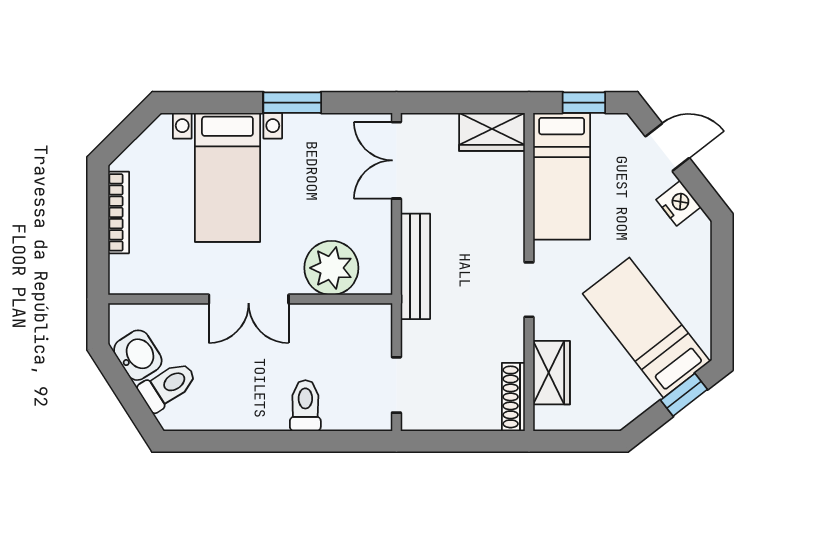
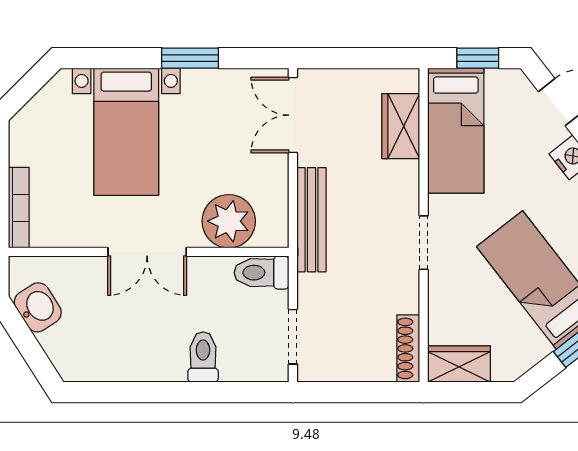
wardrobe: (492, 132) -> (401, 126), moved, turned 90
bookcase: (119, 212) -> (19, 208), moved
wardrobe: (552, 373) -> (459, 364), moved, turned -90
toilet: (168, 386) -> (262, 273), moved, turned -148

